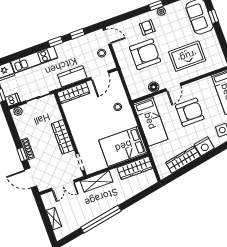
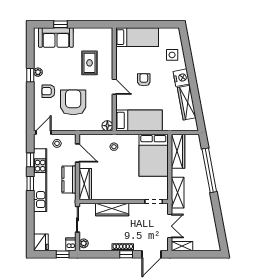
rug: (187, 56) -> (89, 63), width x0.73, depth x0.70
kitchen unit: (34, 60) -> (40, 180), moved, width x1.36
floor lamp: (154, 87) -> (107, 126), moved
armchair: (190, 112) -> (144, 80), width x0.53, depth x0.53
wardrobe: (63, 137) -> (112, 210), moved
shelving: (54, 219) -> (182, 246), moved
window: (101, 219) -> (209, 170), moved

